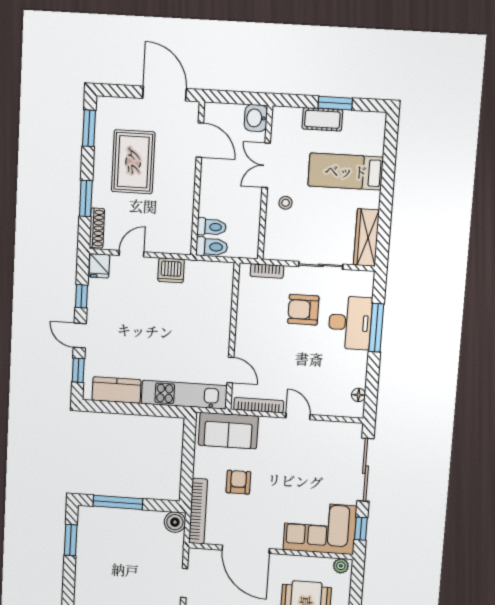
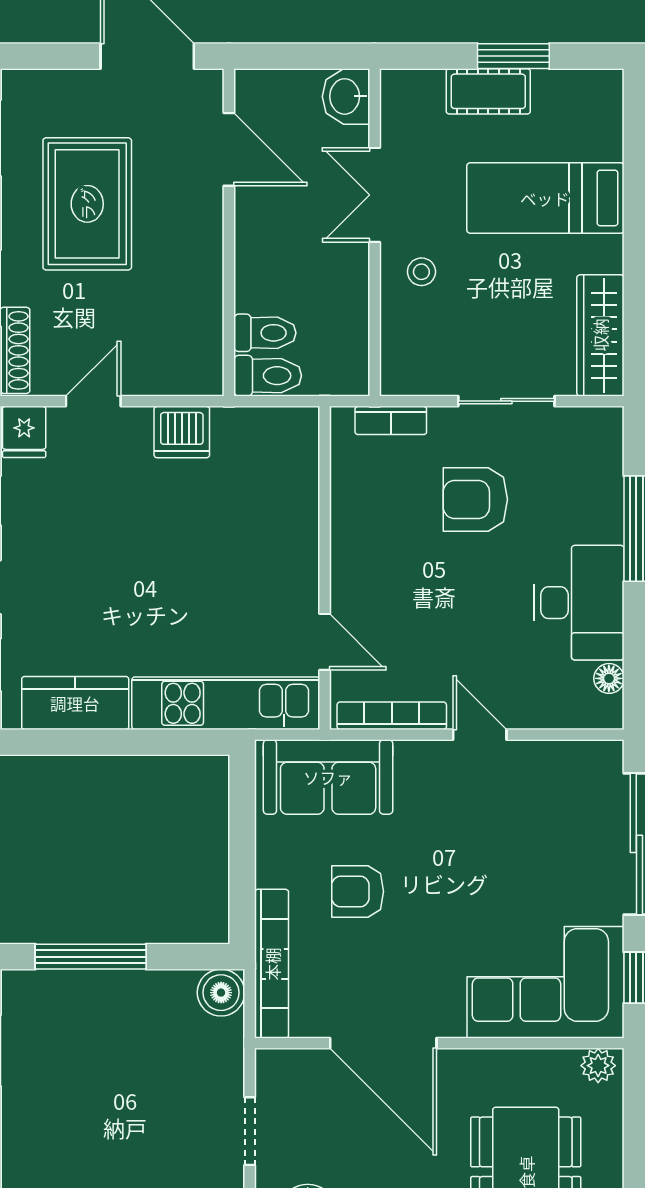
desk: (350, 323) -> (579, 603), moved
armchair: (238, 482) -> (358, 891), turned -90

